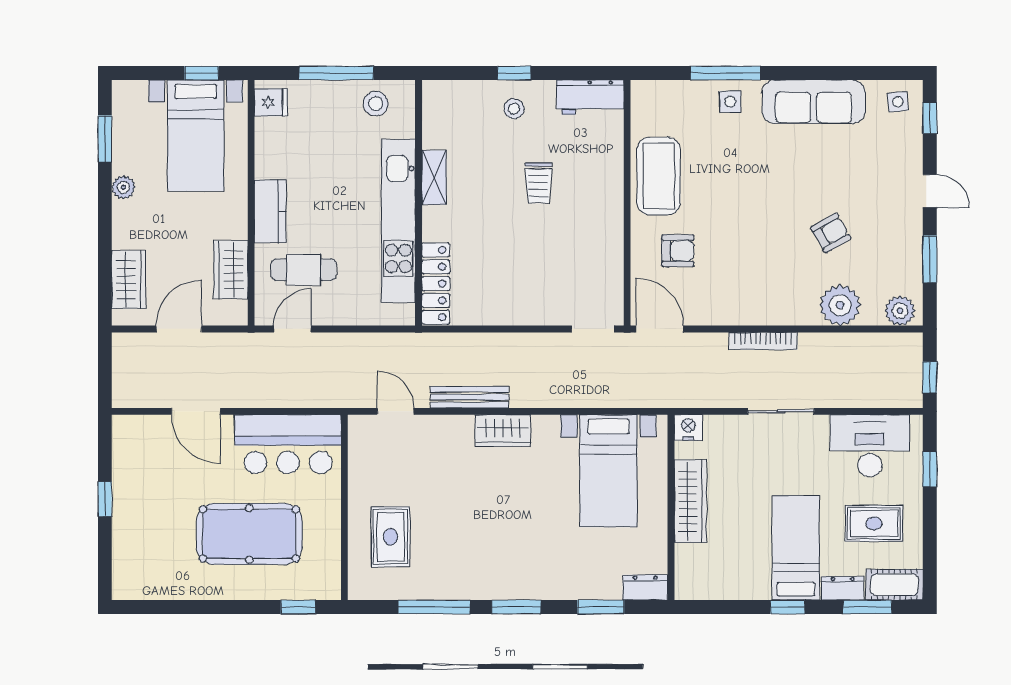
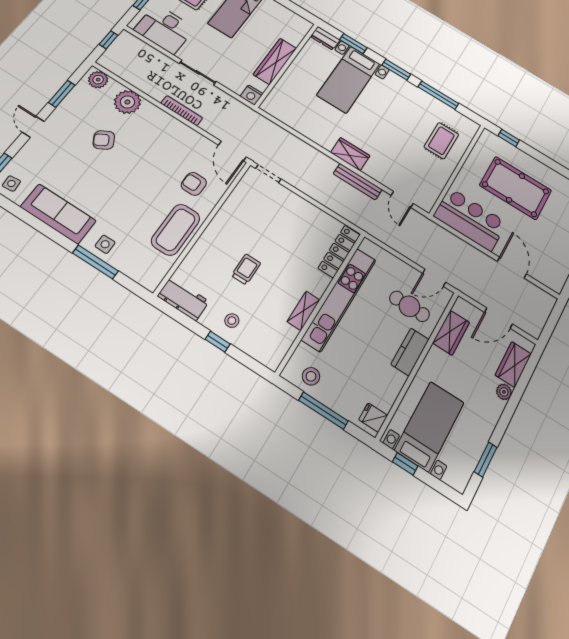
plant: (123, 187) -> (504, 392), moved
bed with nightstands: (608, 471) -> (349, 79), moved, turned 180

